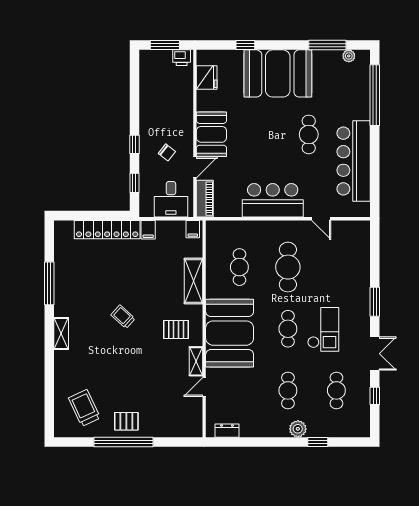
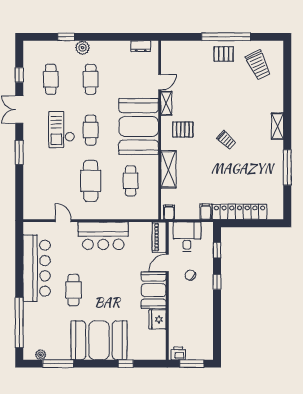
fridge: (207, 78) -> (158, 319), moved

